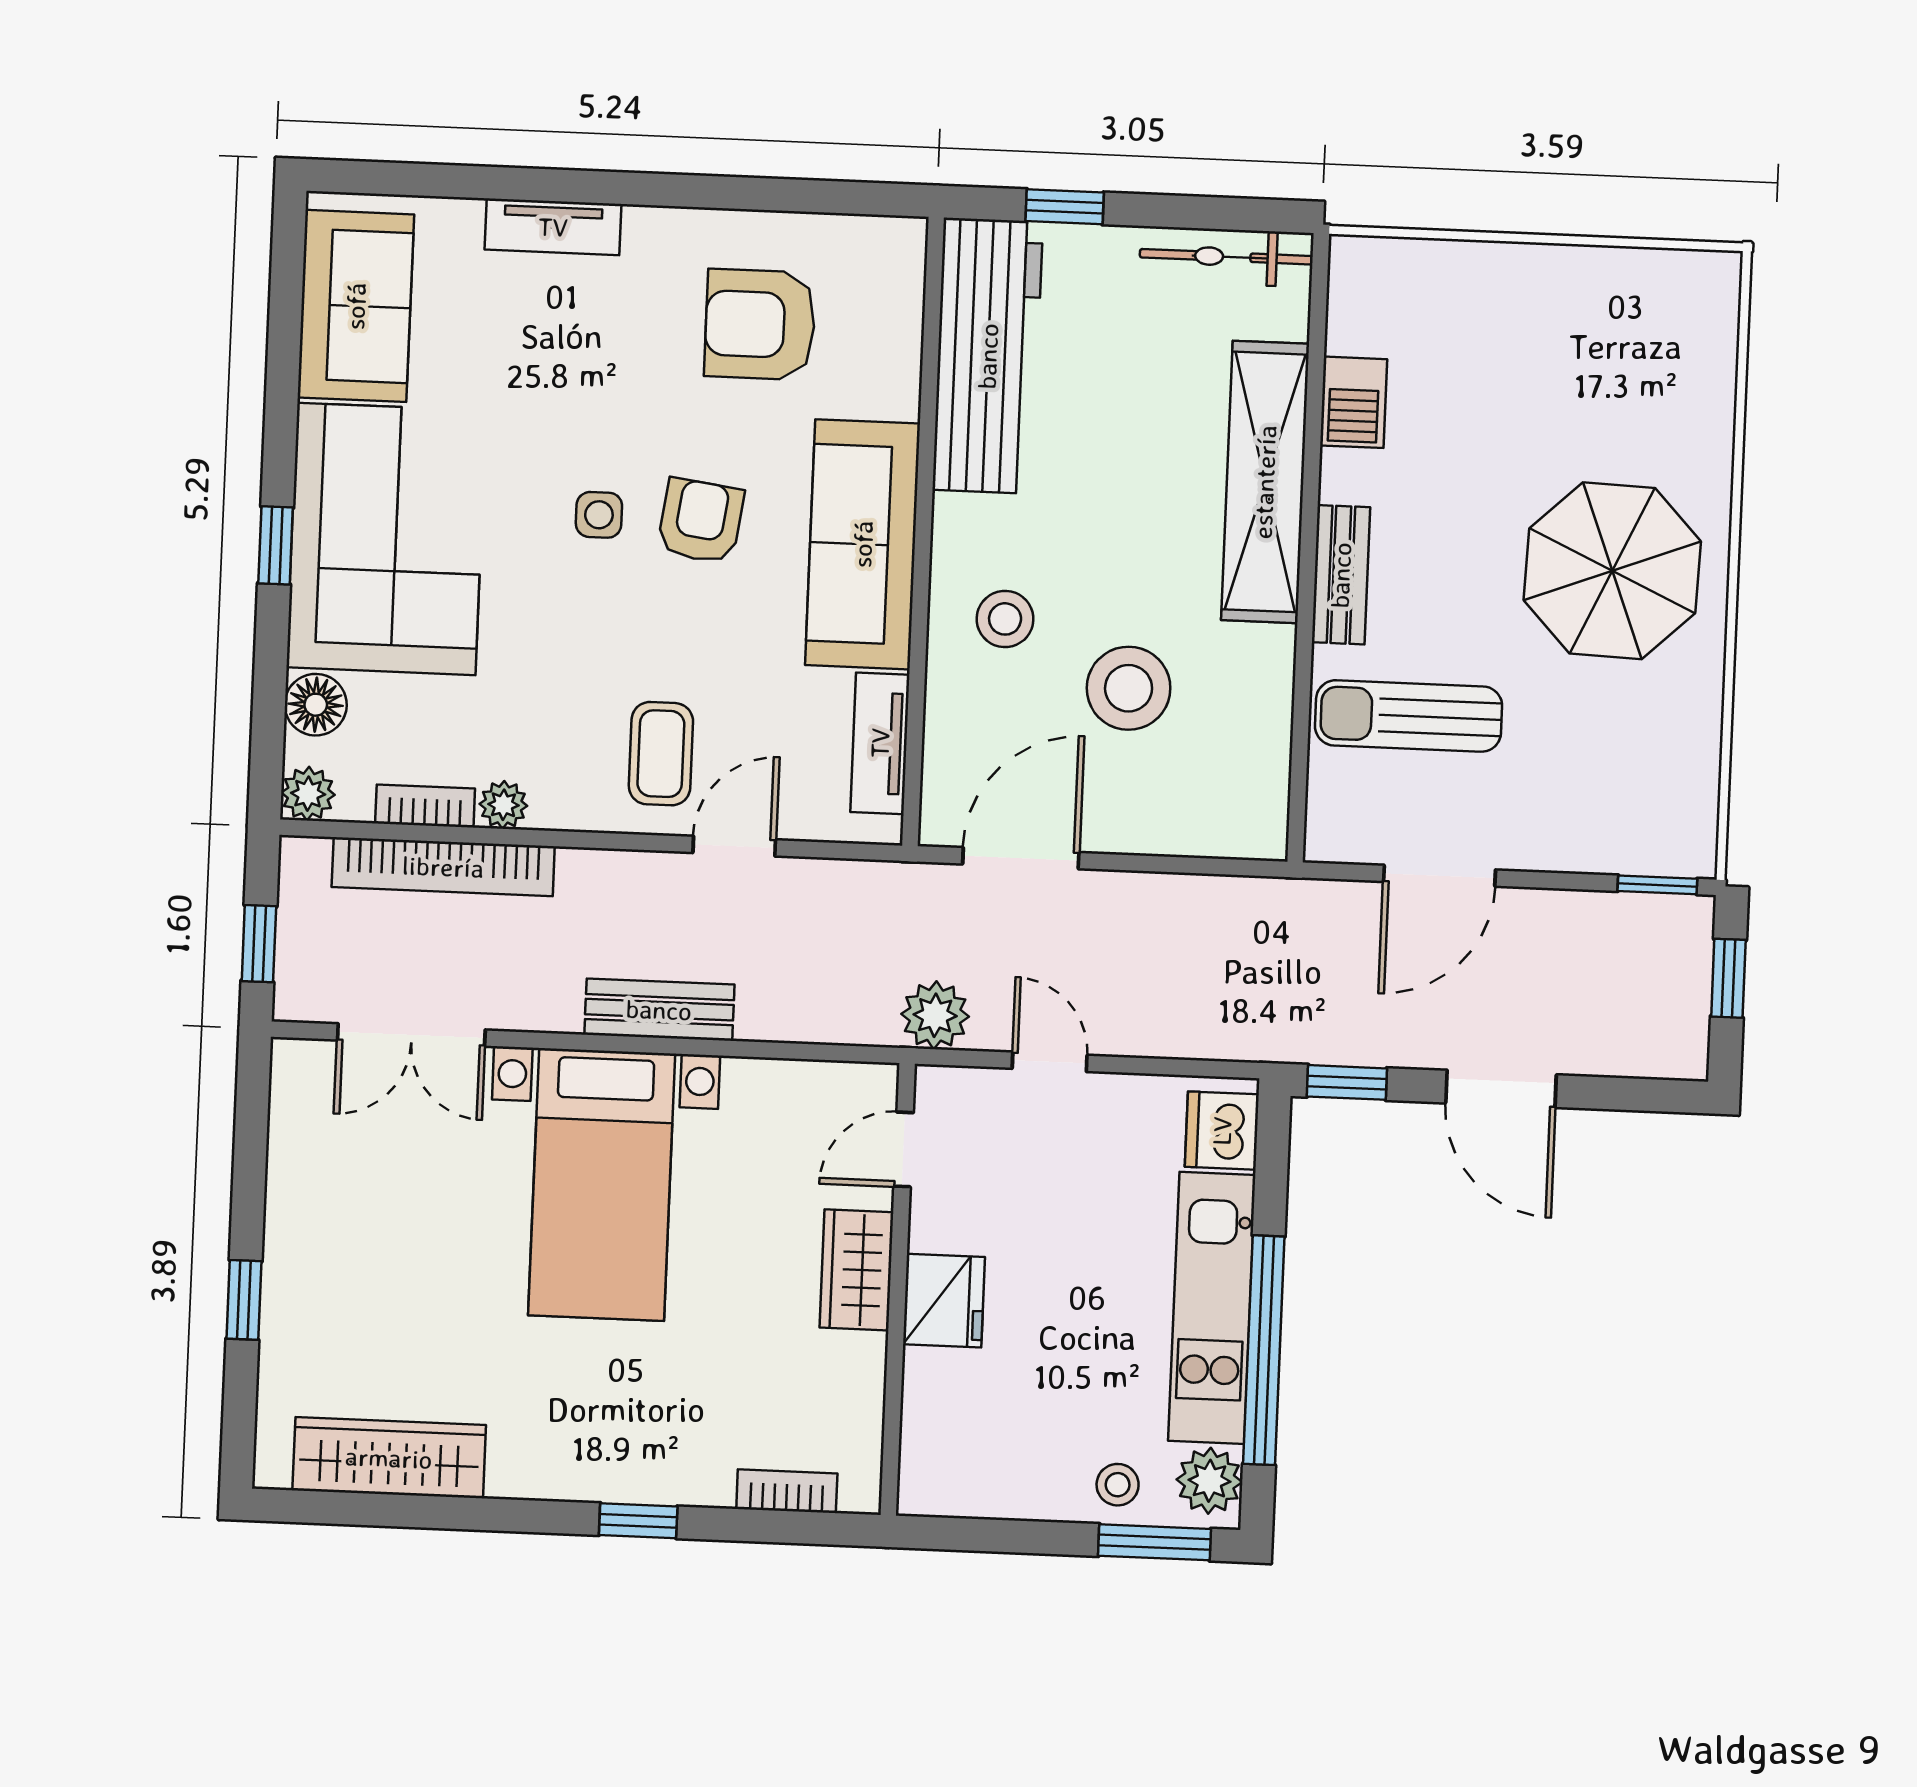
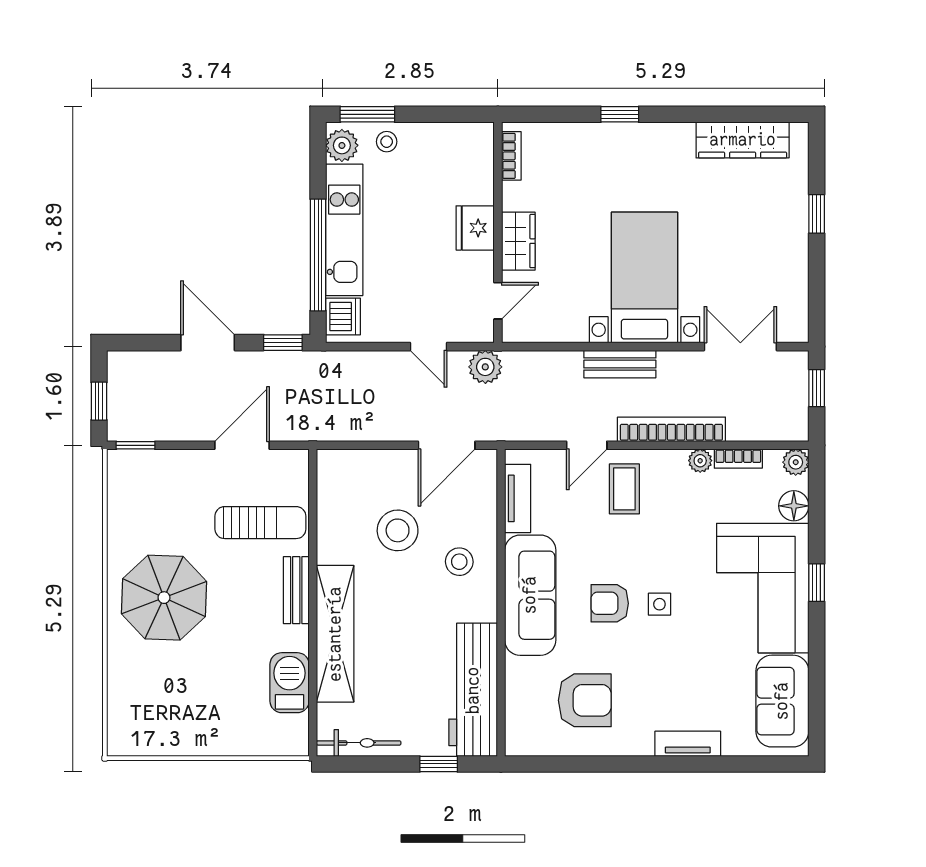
barbecue: (1354, 402) -> (290, 683), width x1.38, depth x1.27
armchair: (701, 521) -> (610, 603), turned 82
bookcase: (443, 867) -> (671, 429), moved
window: (1264, 1350) -> (318, 255), moved
bookcase: (787, 1491) -> (511, 156), moved, turned -90

